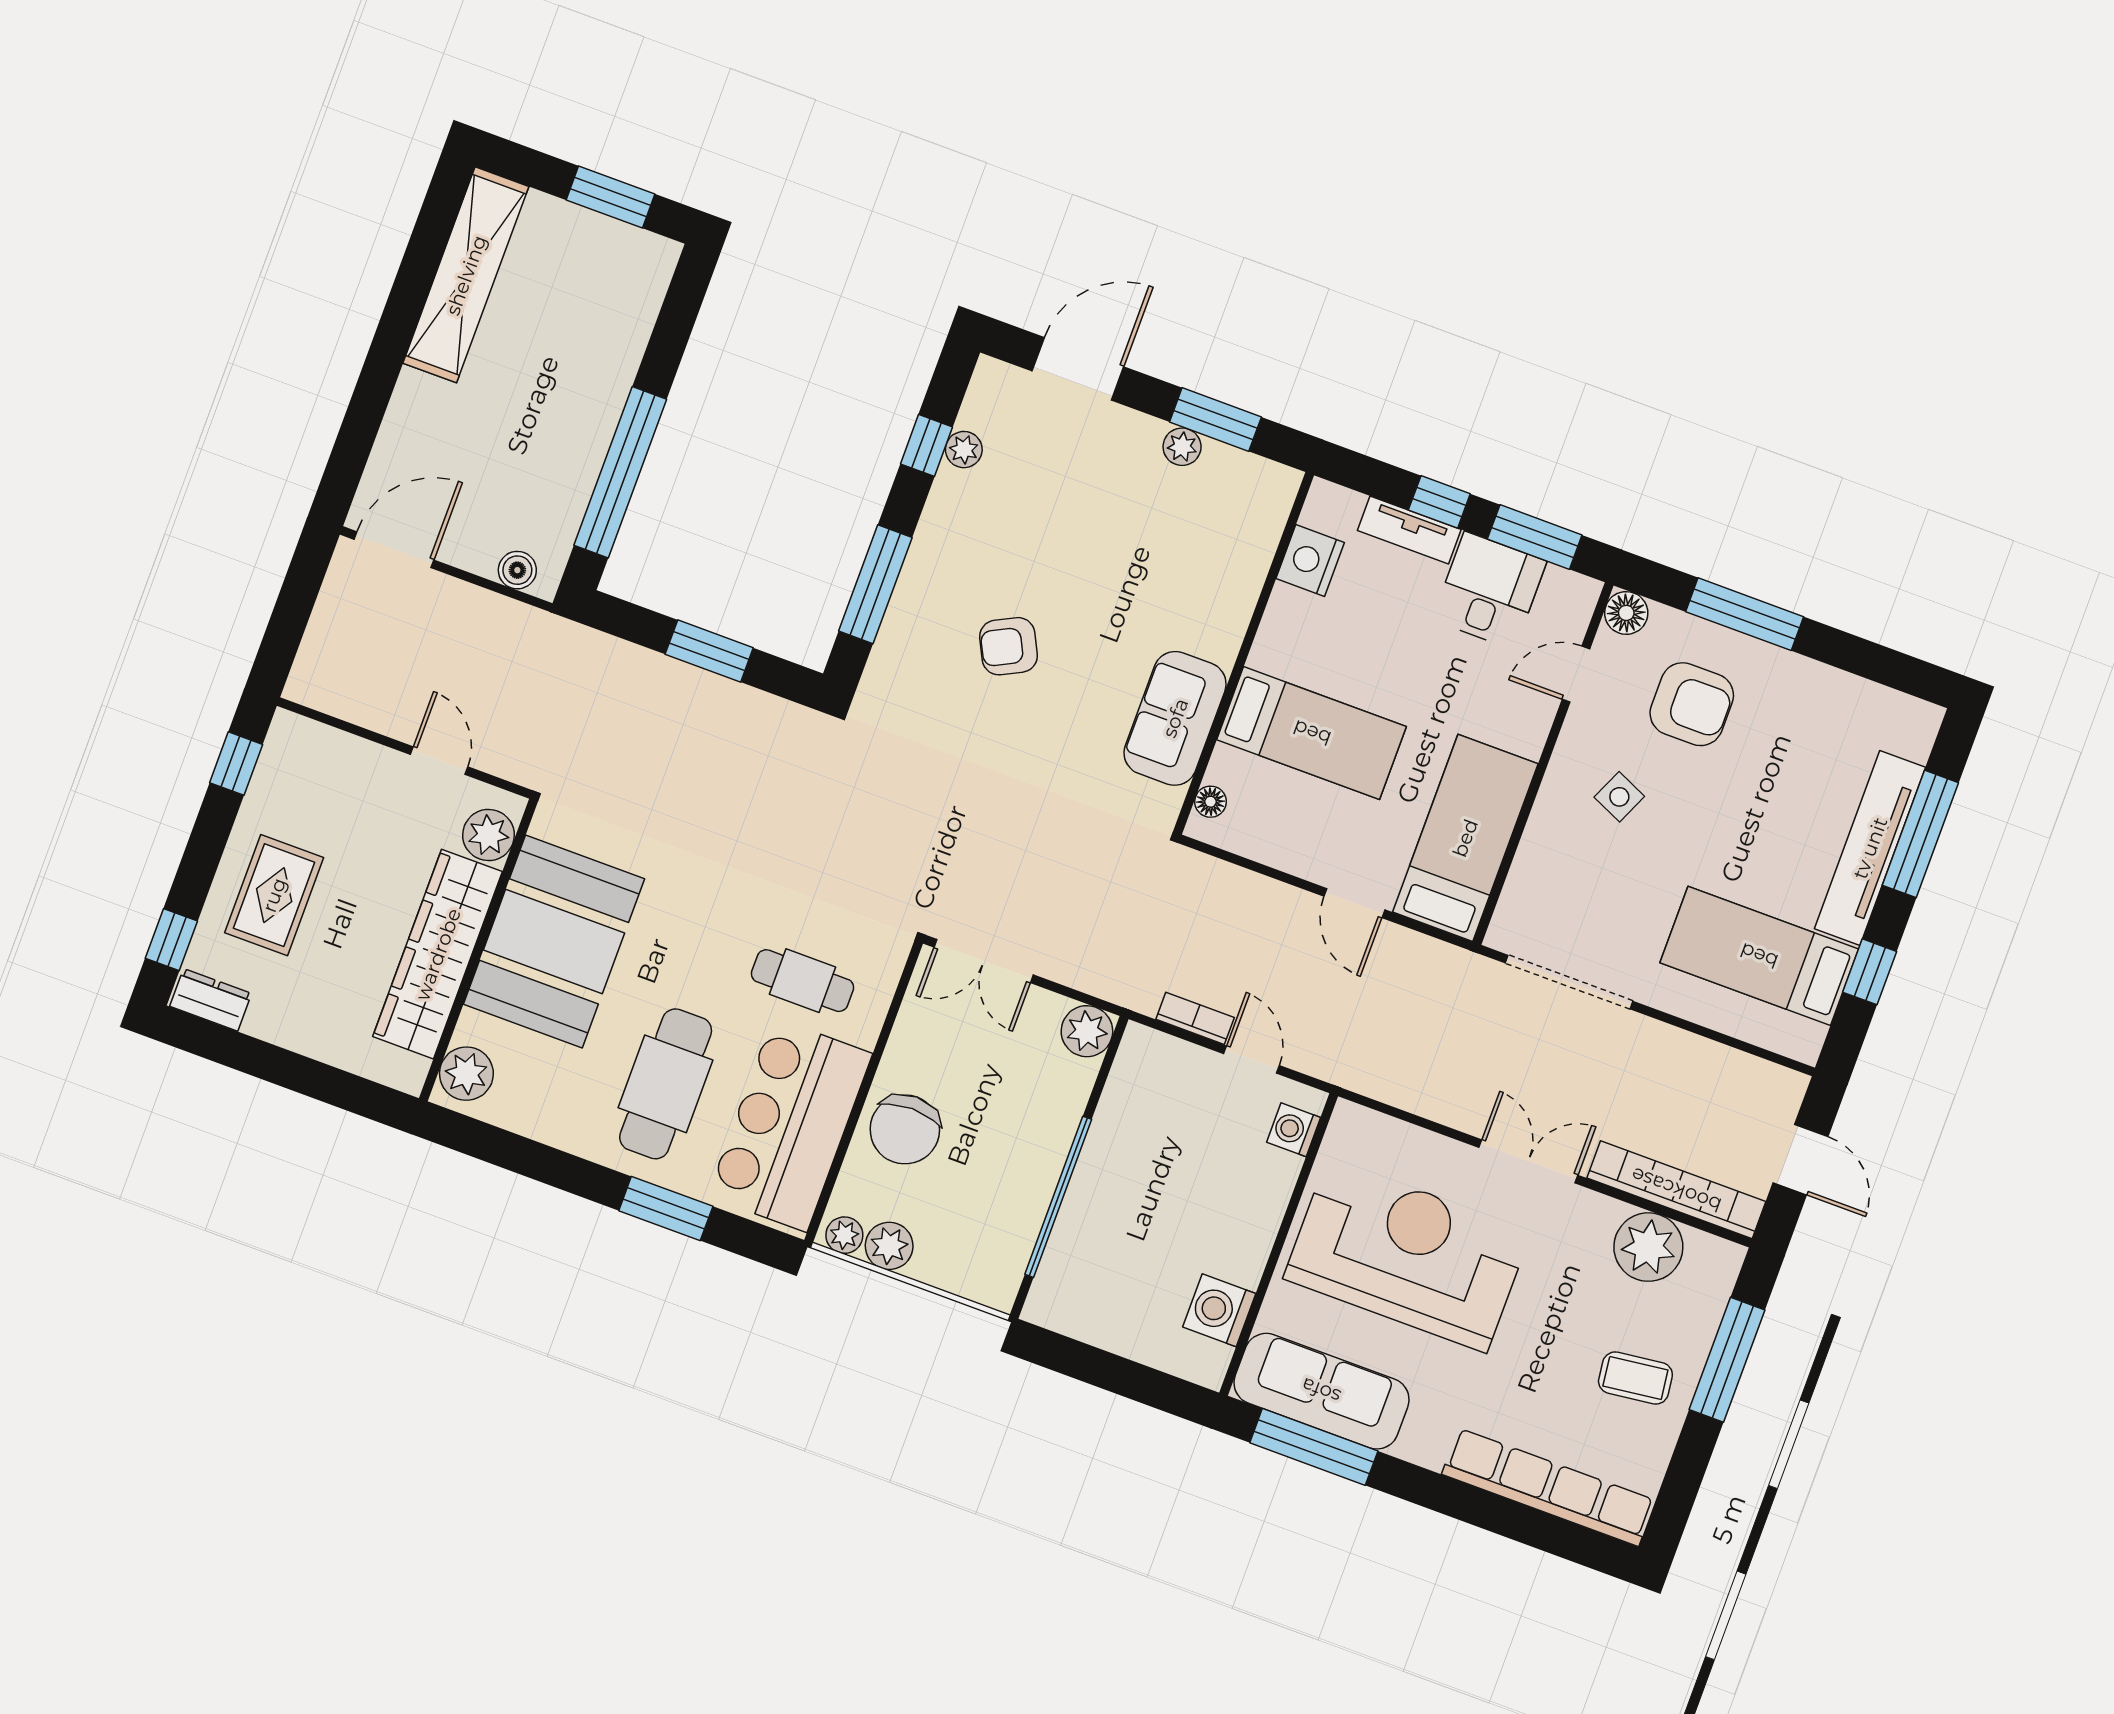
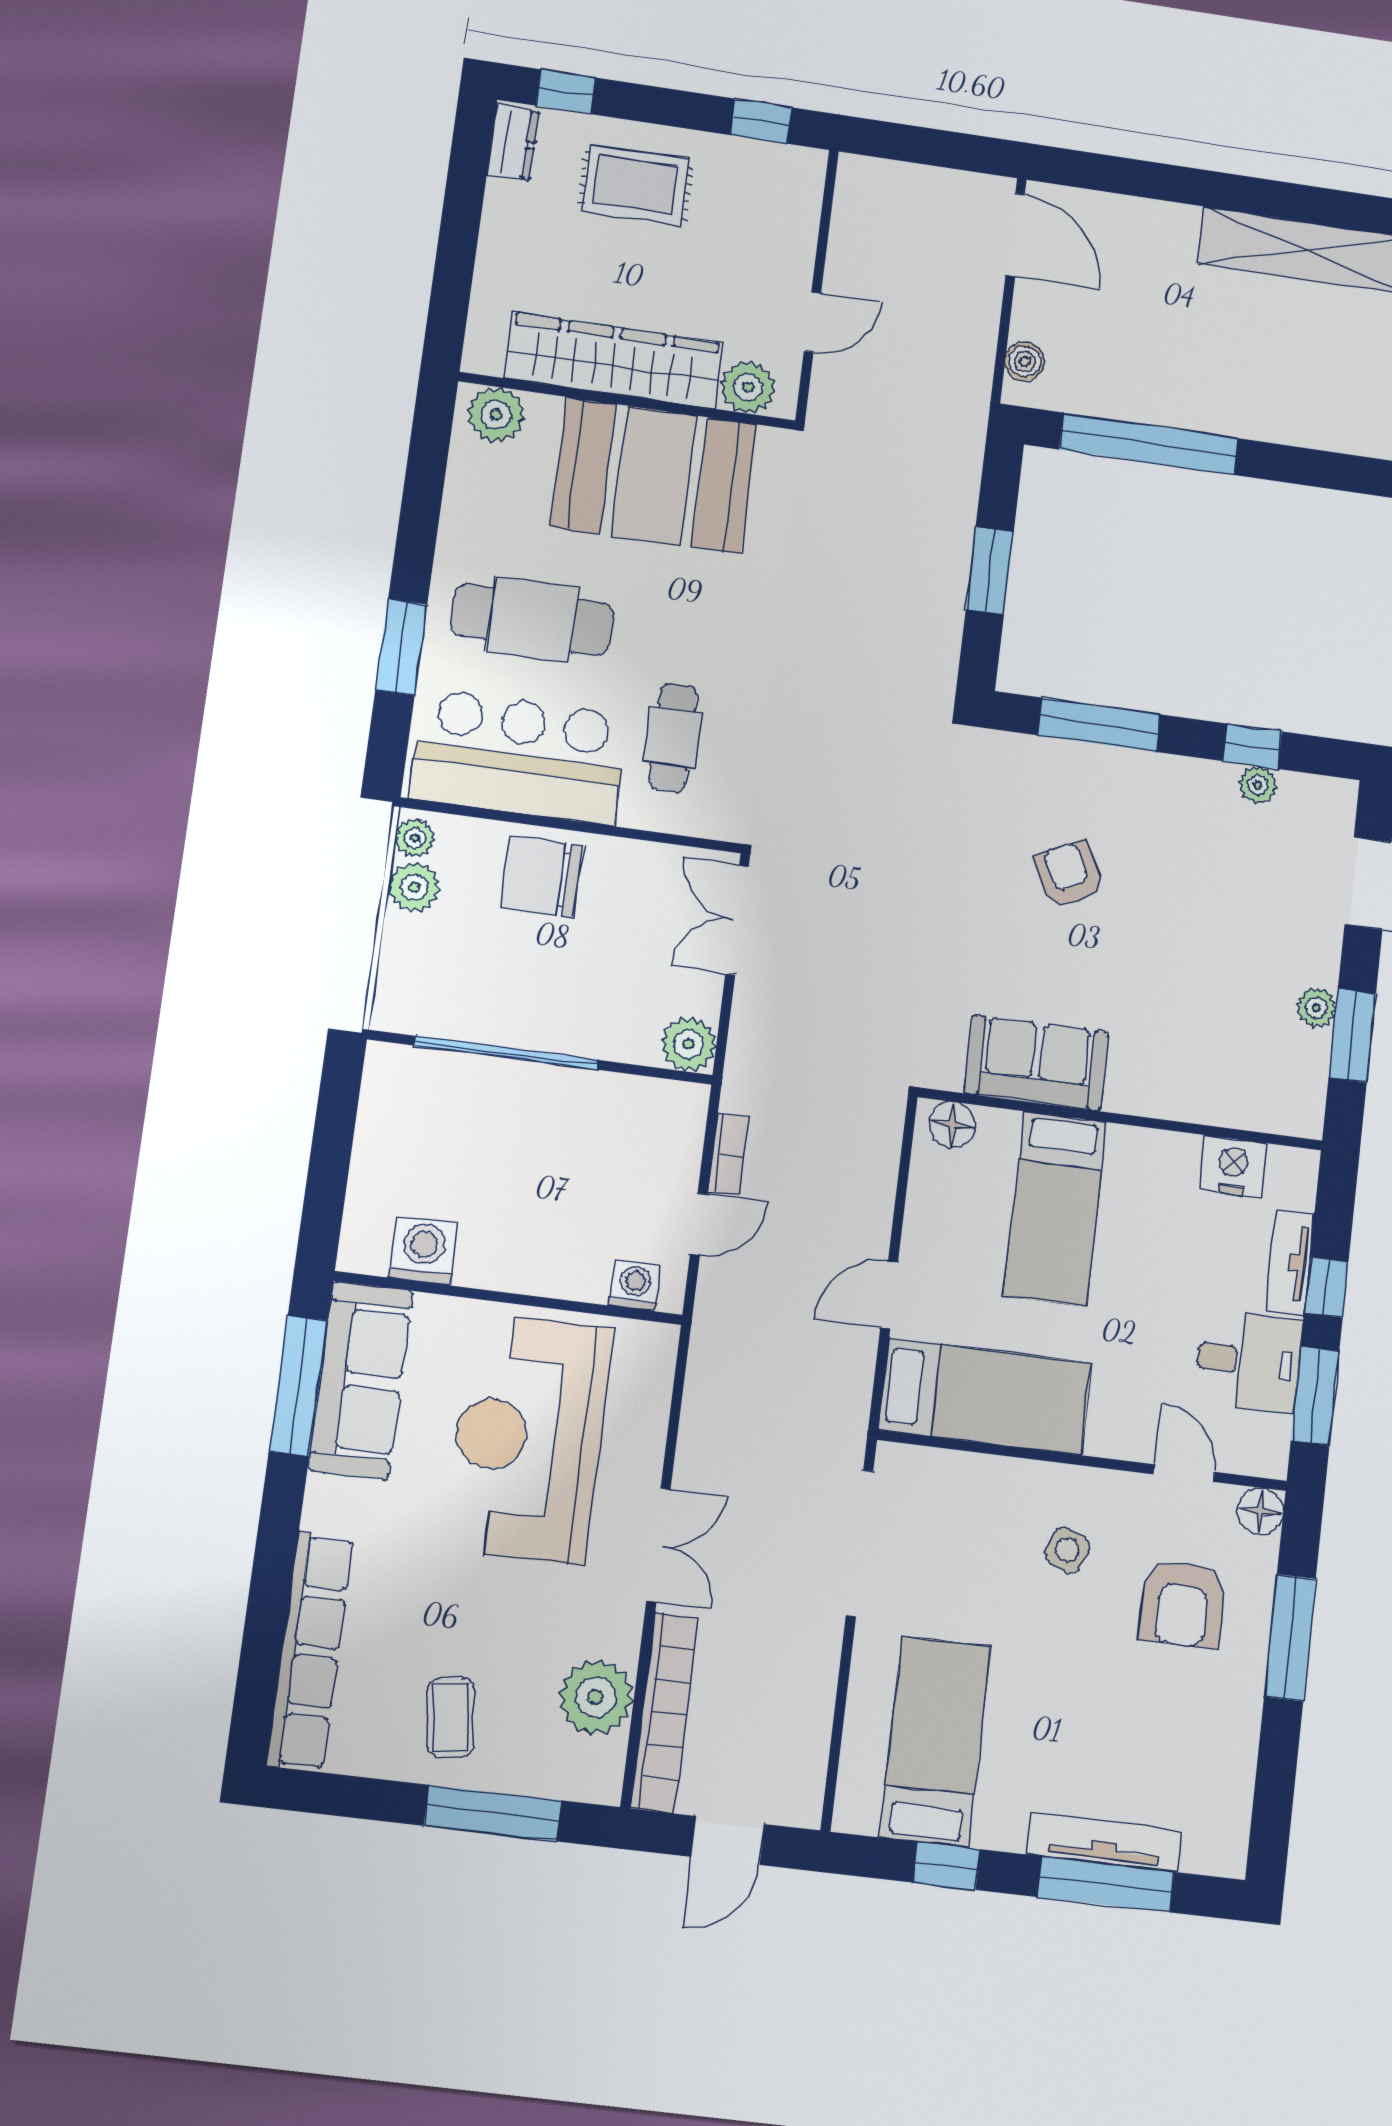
floor lamp: (1211, 802) -> (952, 1125), width x1.37, depth x1.37
tv unit: (1870, 848) -> (1105, 1842), width x0.73, depth x0.78
reception desk: (1407, 1255) -> (528, 1438), turned 180

